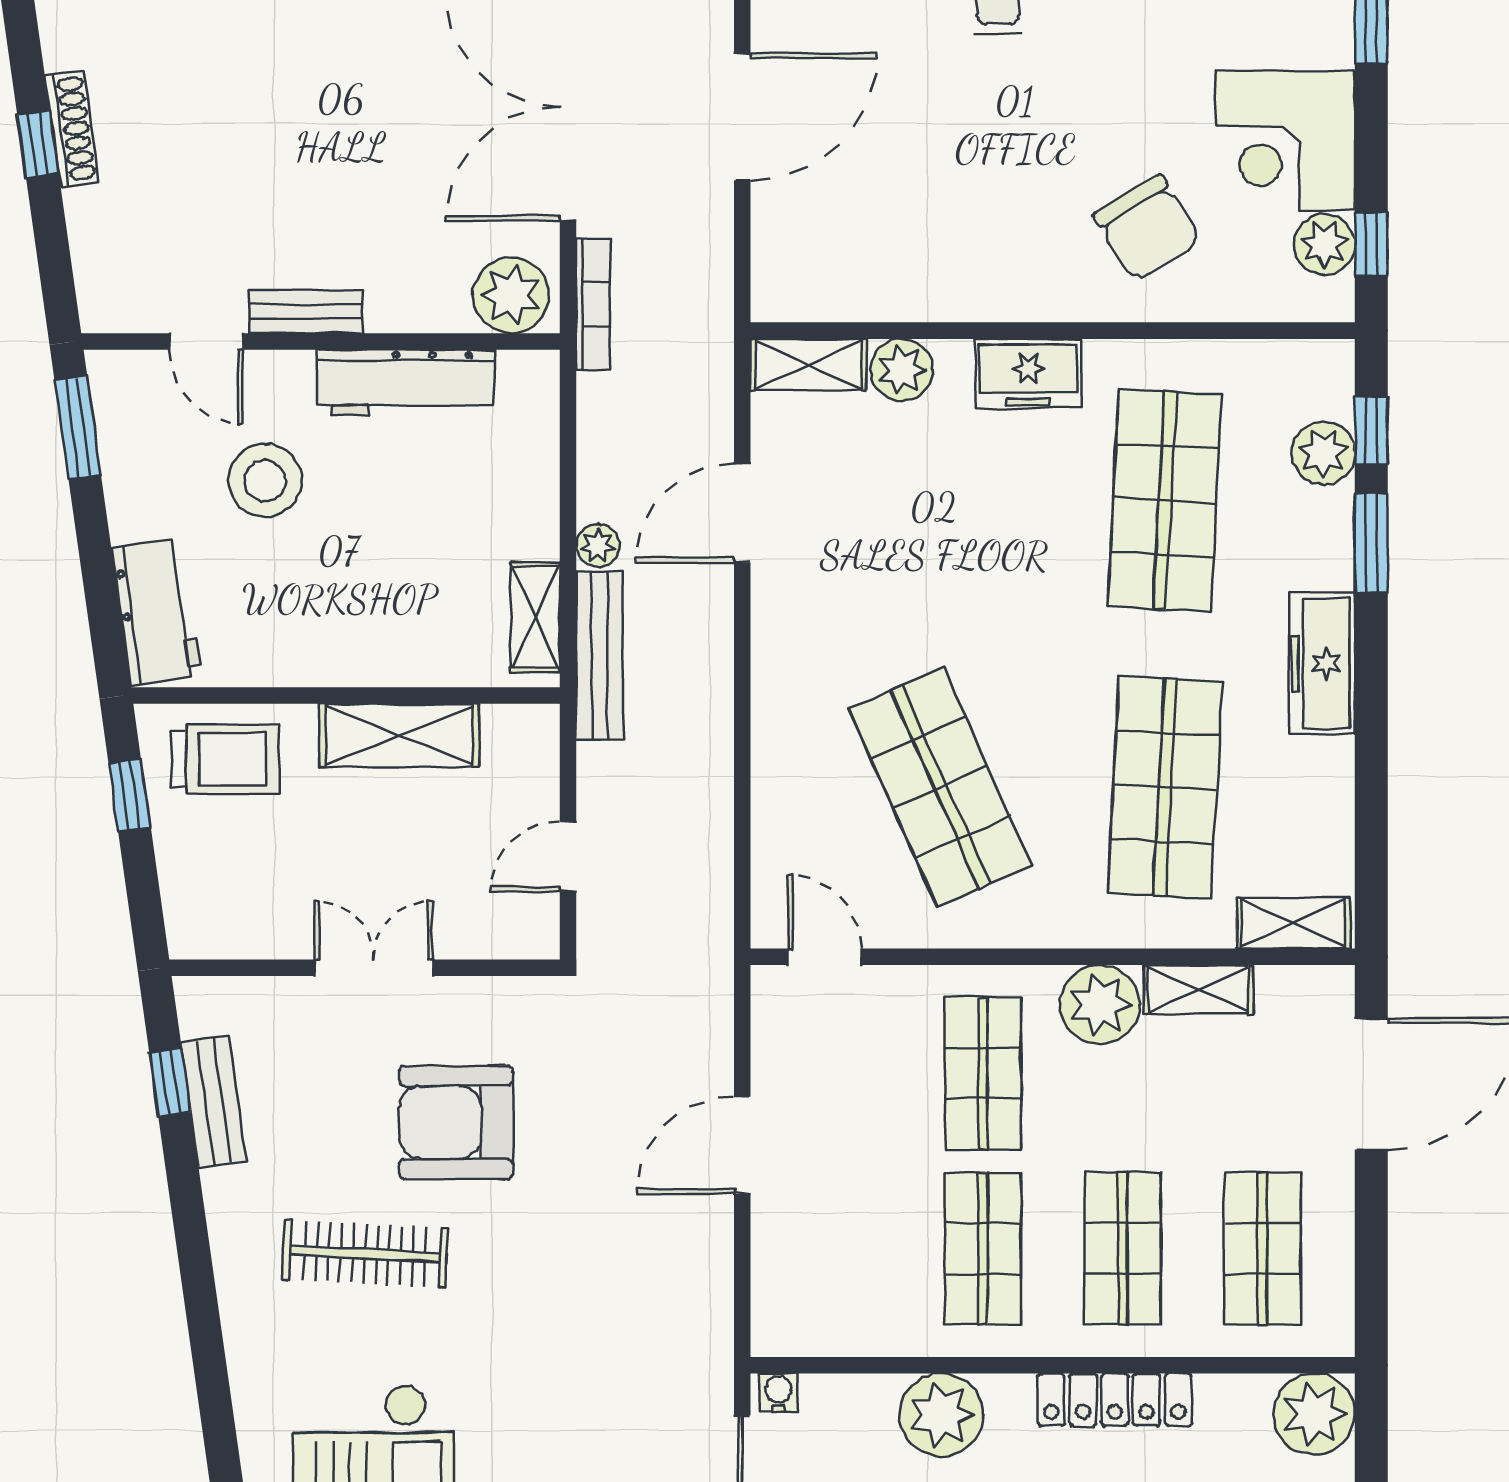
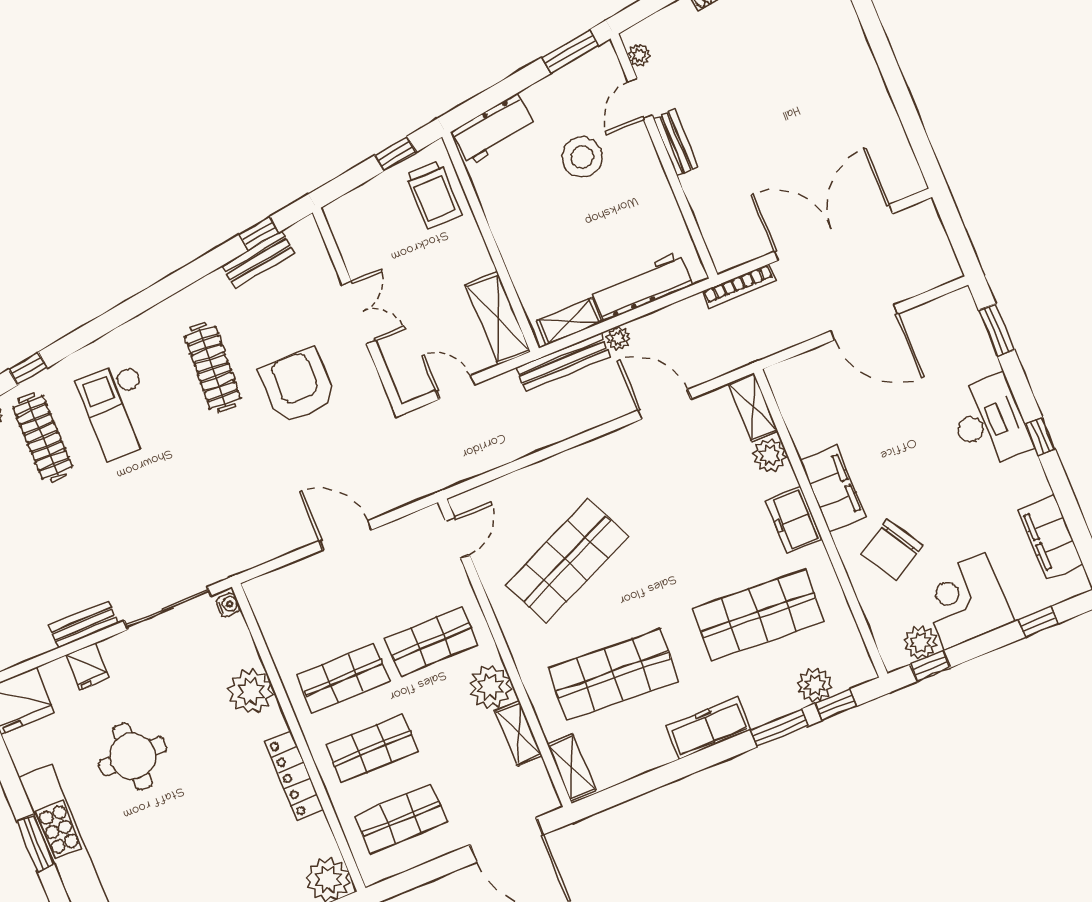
filing cabinet: (1002, 285) -> (833, 488), added
plant: (511, 295) -> (639, 55), moved, width x0.53, depth x0.53
workbench: (406, 383) -> (642, 287), moved, turned 90
shelving: (399, 735) -> (498, 318), moved

